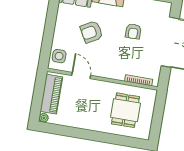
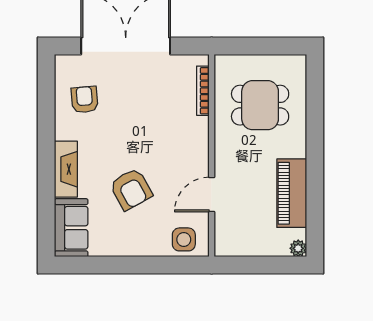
armchair: (133, 31) -> (85, 100), moved, turned -95
piano: (51, 94) -> (292, 193), moved, turned -90

